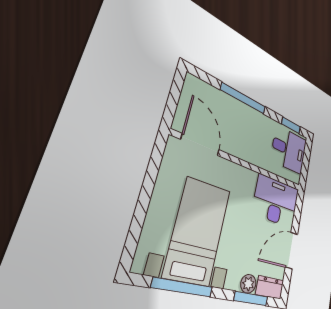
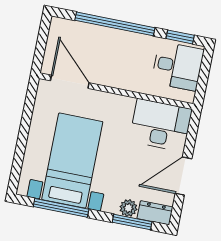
window: (244, 99) -> (115, 24), width x1.46

